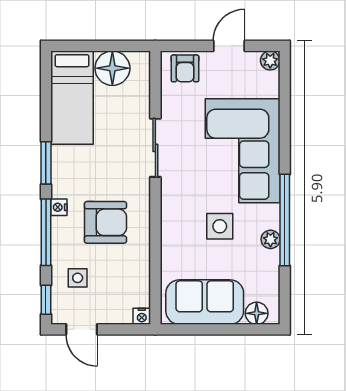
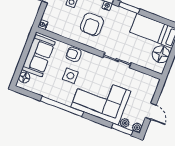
armchair: (185, 68) -> (74, 54), moved
window: (285, 88) -> (122, 129), added
plant: (270, 239) -> (125, 123), moved

